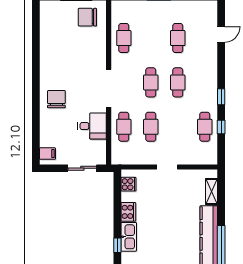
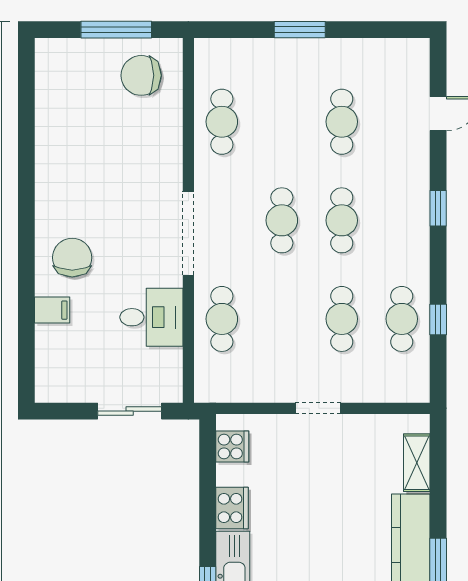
window: (221, 97) -> (438, 208), moved
cafe table: (151, 127) -> (342, 319), moved
filing cabinet: (47, 154) -> (52, 310), moved

